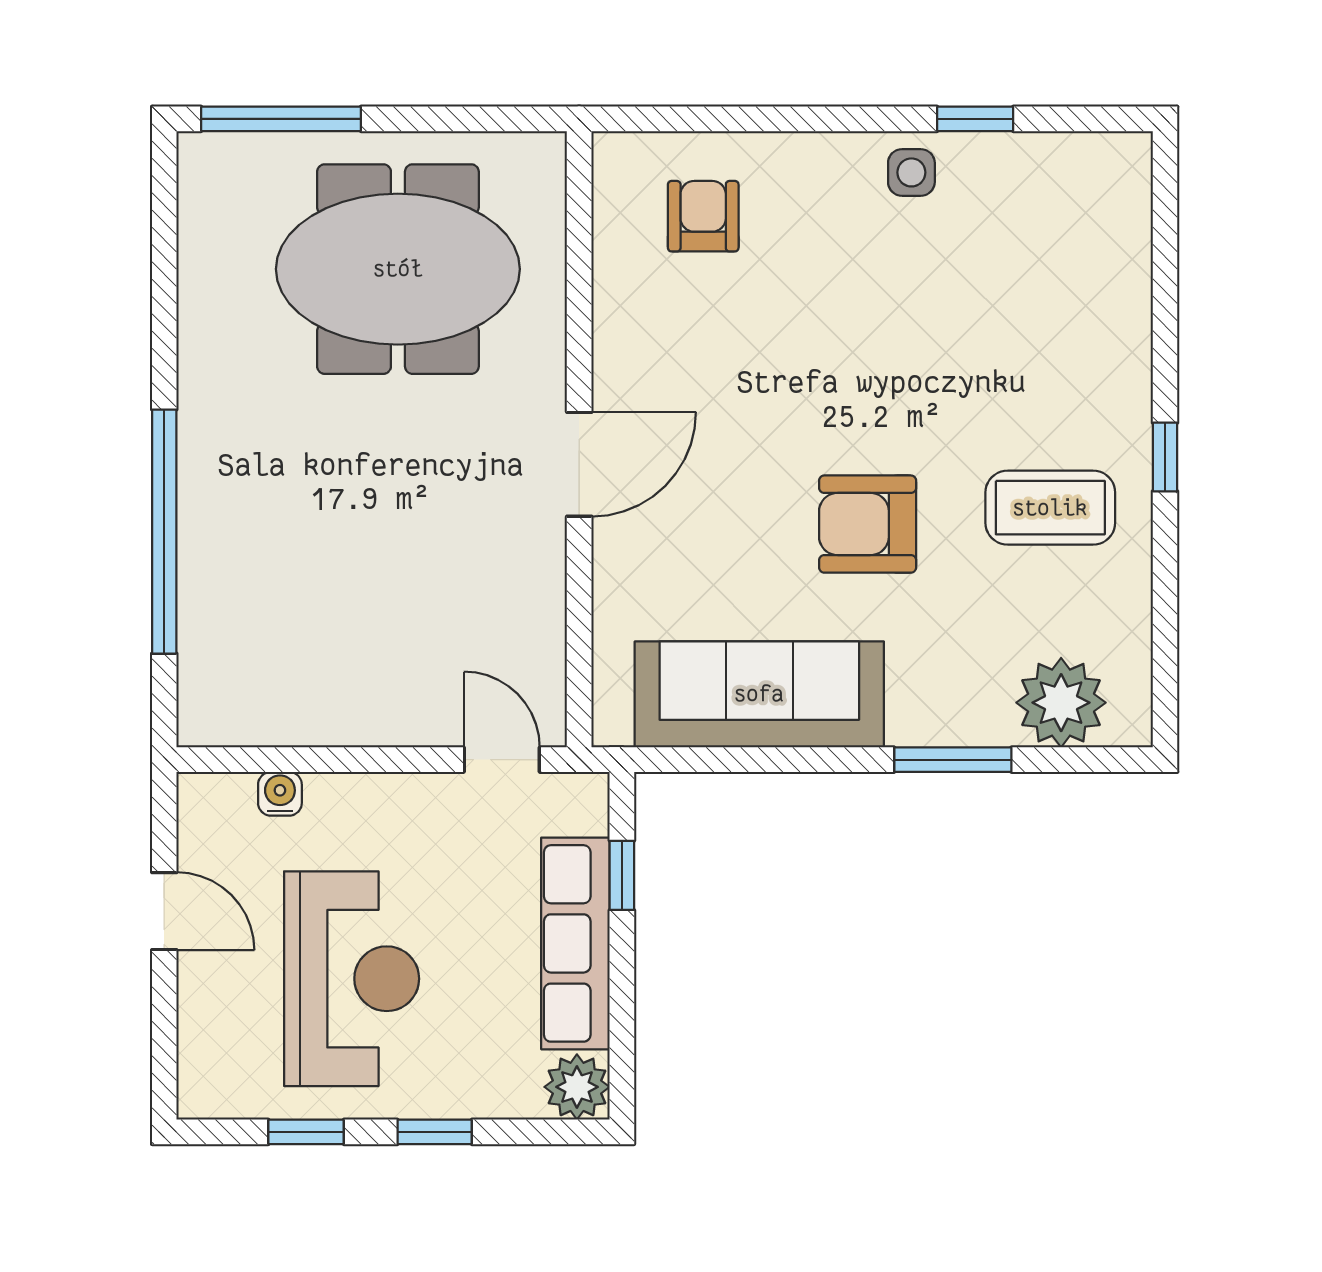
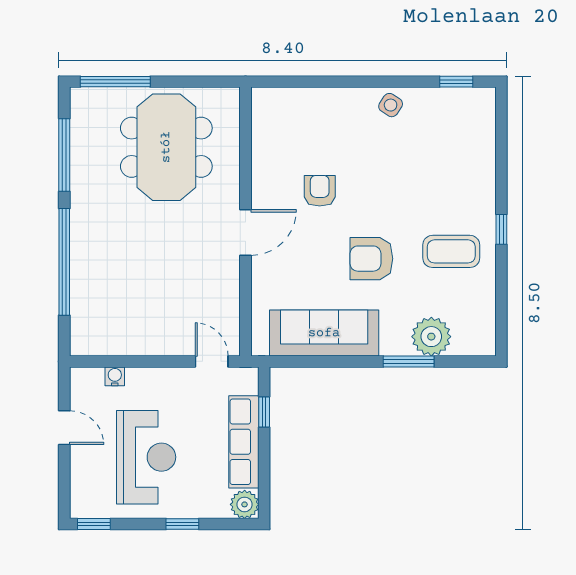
window: (975, 119) -> (456, 82), moved
side table: (911, 172) -> (391, 105), turned 33
armchair: (703, 216) -> (320, 191), moved
meeting table: (398, 269) -> (166, 147), turned 90
window: (164, 287) -> (64, 155), added
plant: (1061, 703) -> (431, 337), moved
window: (306, 1132) -> (94, 524), moved

